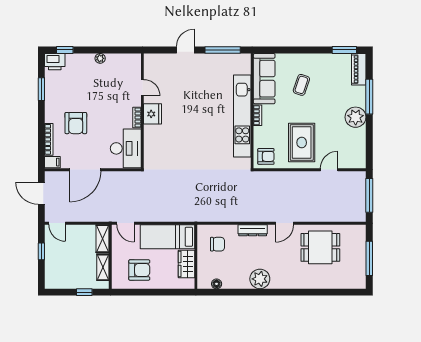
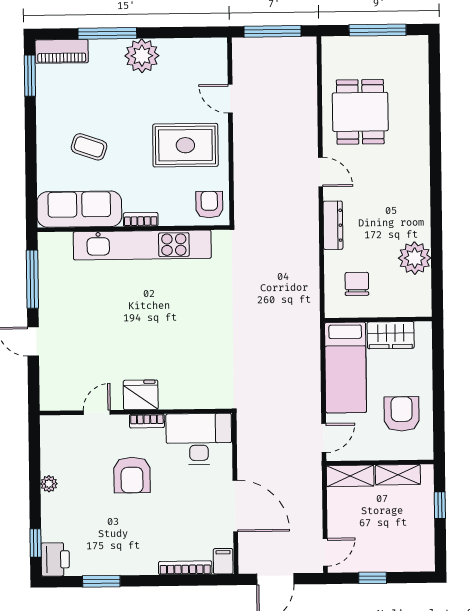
armchair: (76, 123) -> (132, 475), moved, turned 90
plant: (260, 279) -> (415, 258), moved
floor lamp: (217, 284) -> (423, 285), removed

